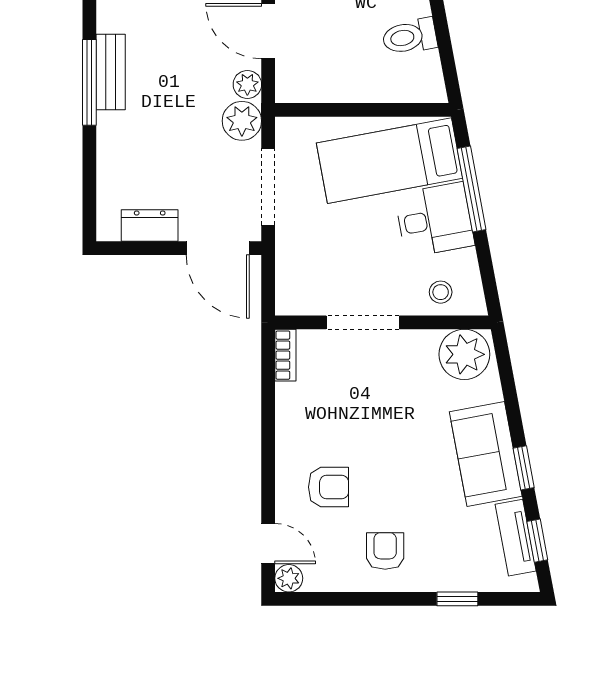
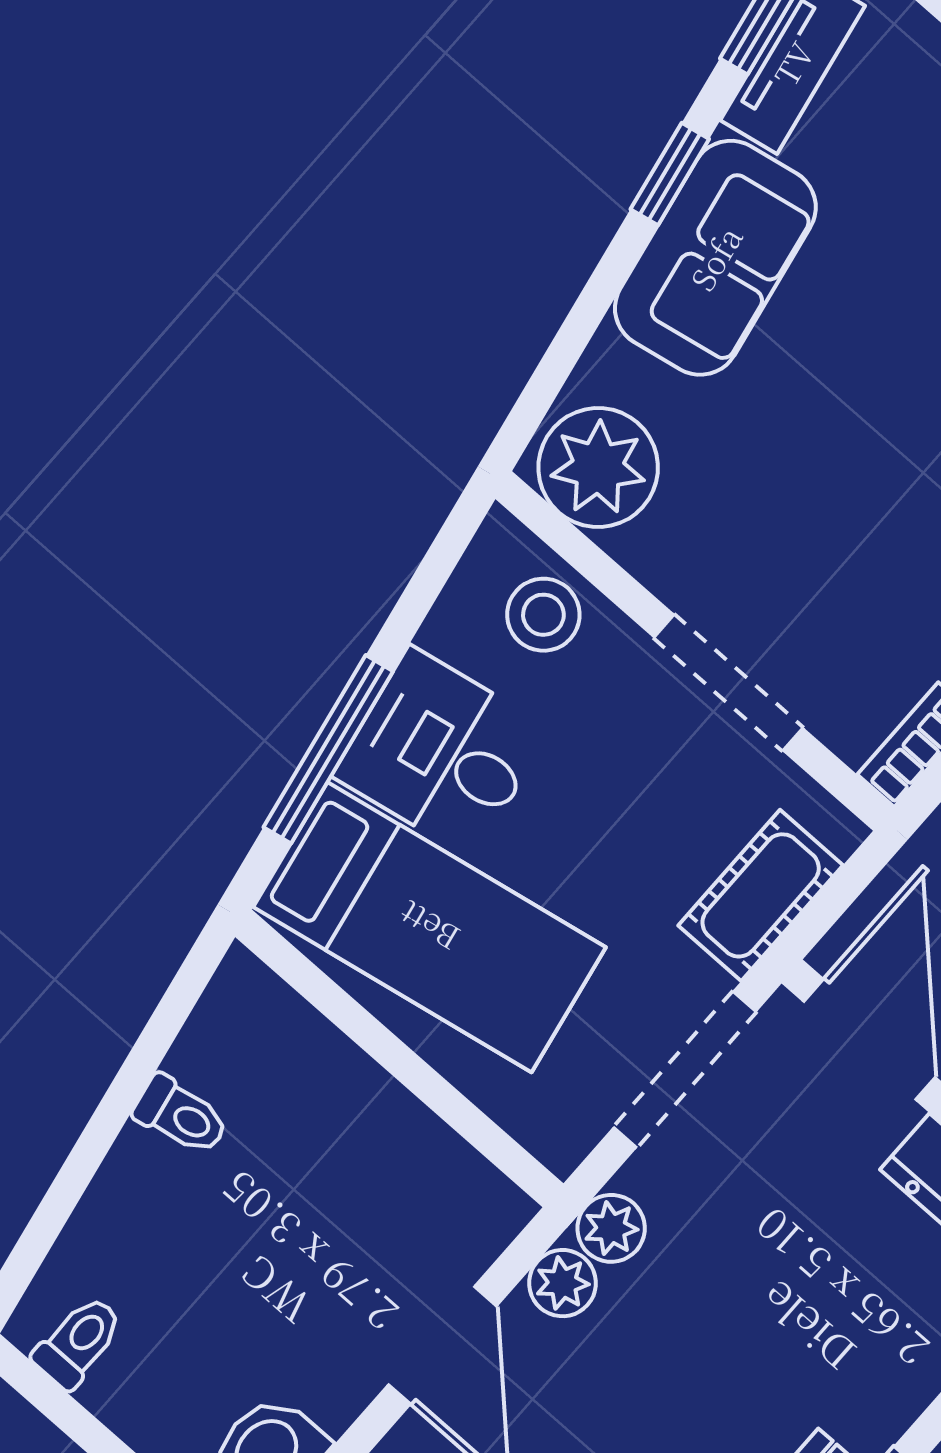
toilet: (410, 37) -> (181, 1115), width x0.73, depth x0.72
plant: (242, 121) -> (611, 1228), width x0.73, depth x0.73
cot: (293, 263) -> (761, 895), added
stool: (441, 292) -> (543, 615), width x1.37, depth x1.37

